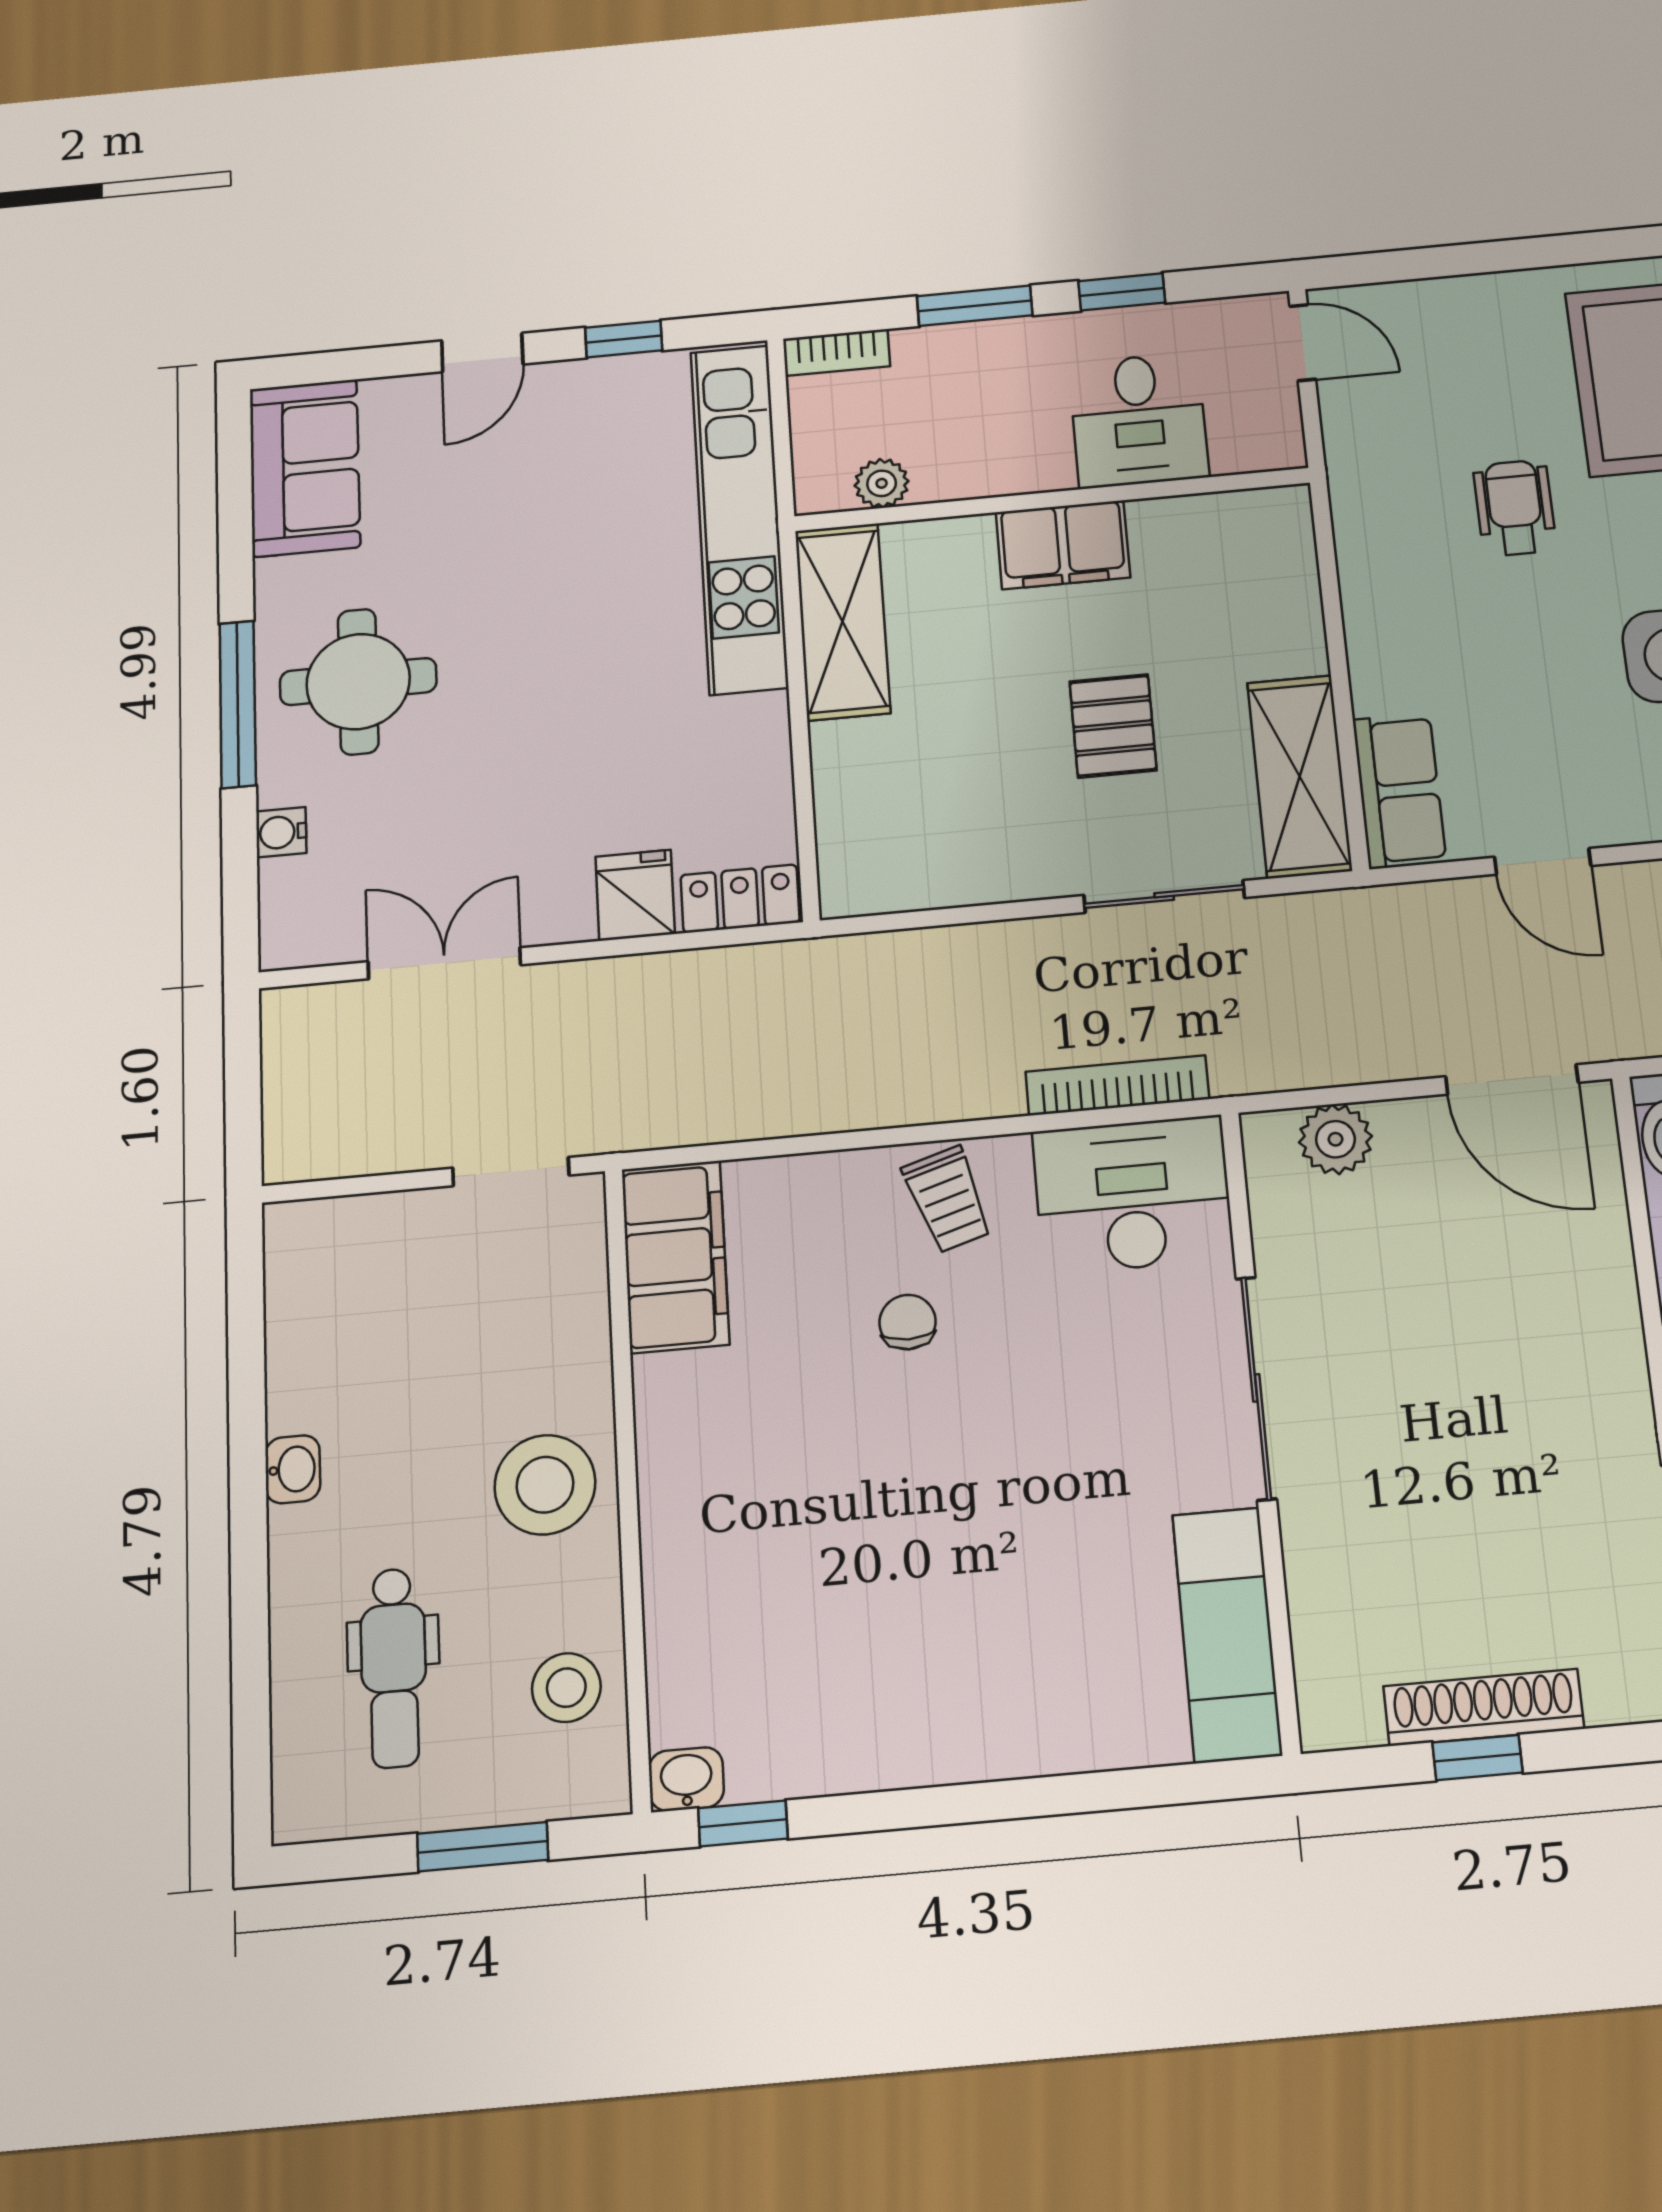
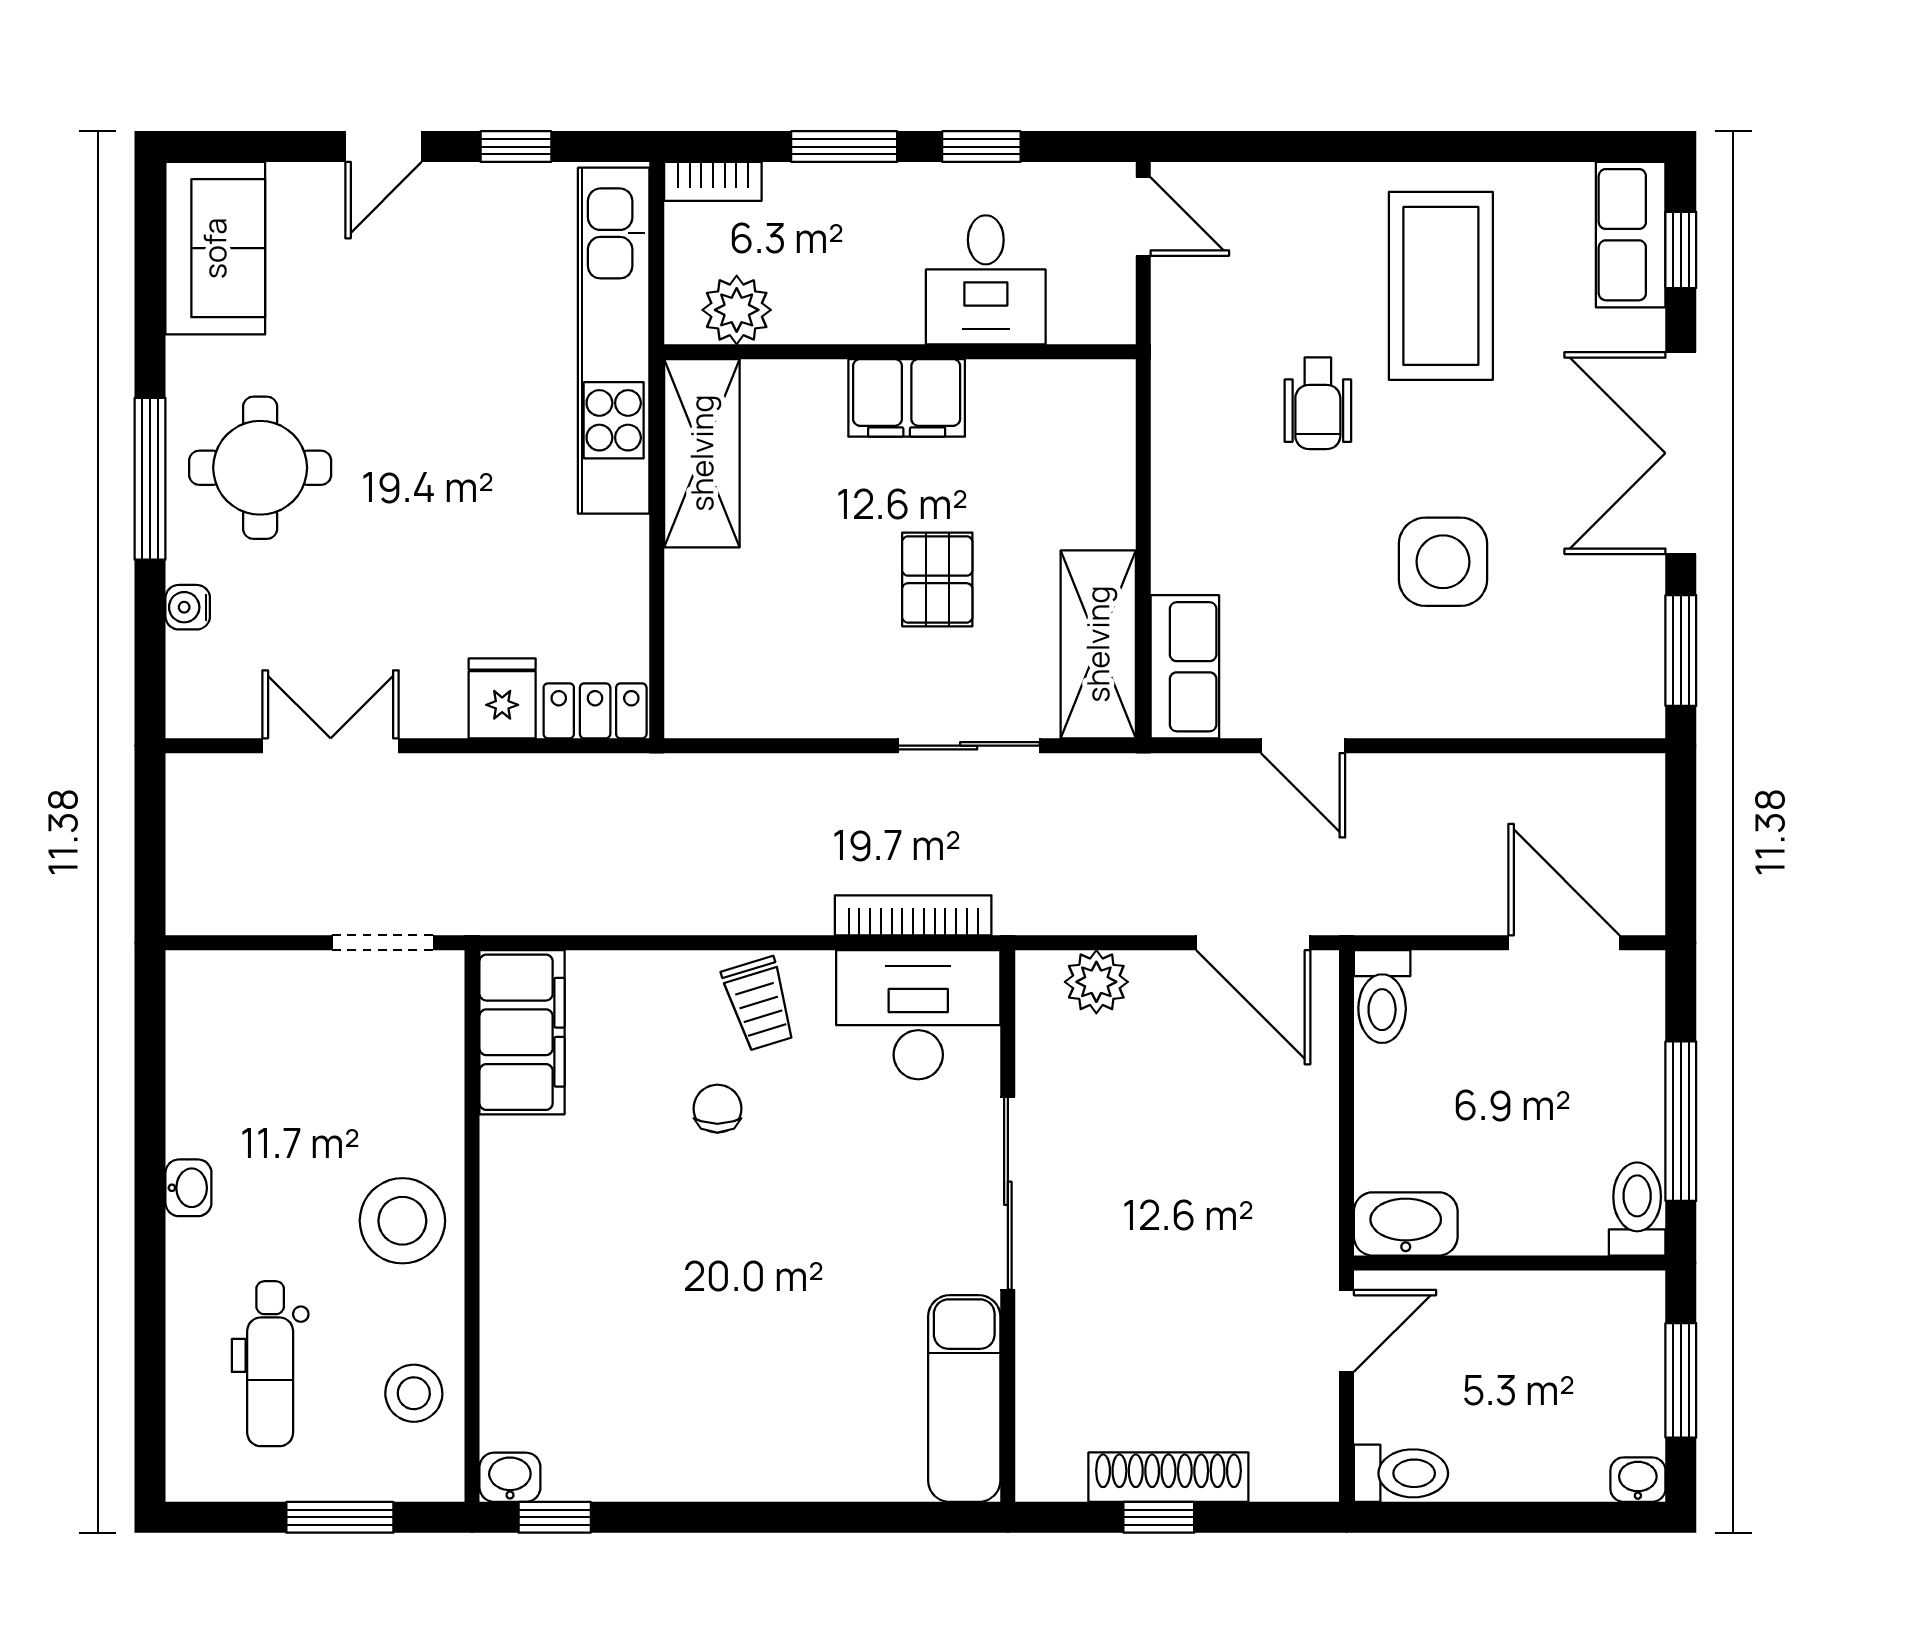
plant: (882, 483) -> (737, 310), width x1.38, depth x1.38
wheelchair: (1515, 508) -> (1318, 403), turned 180

